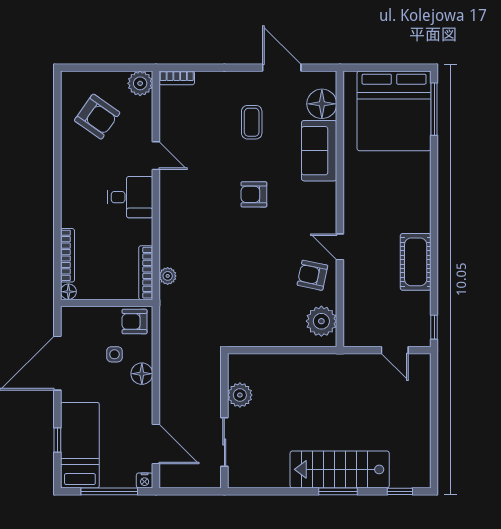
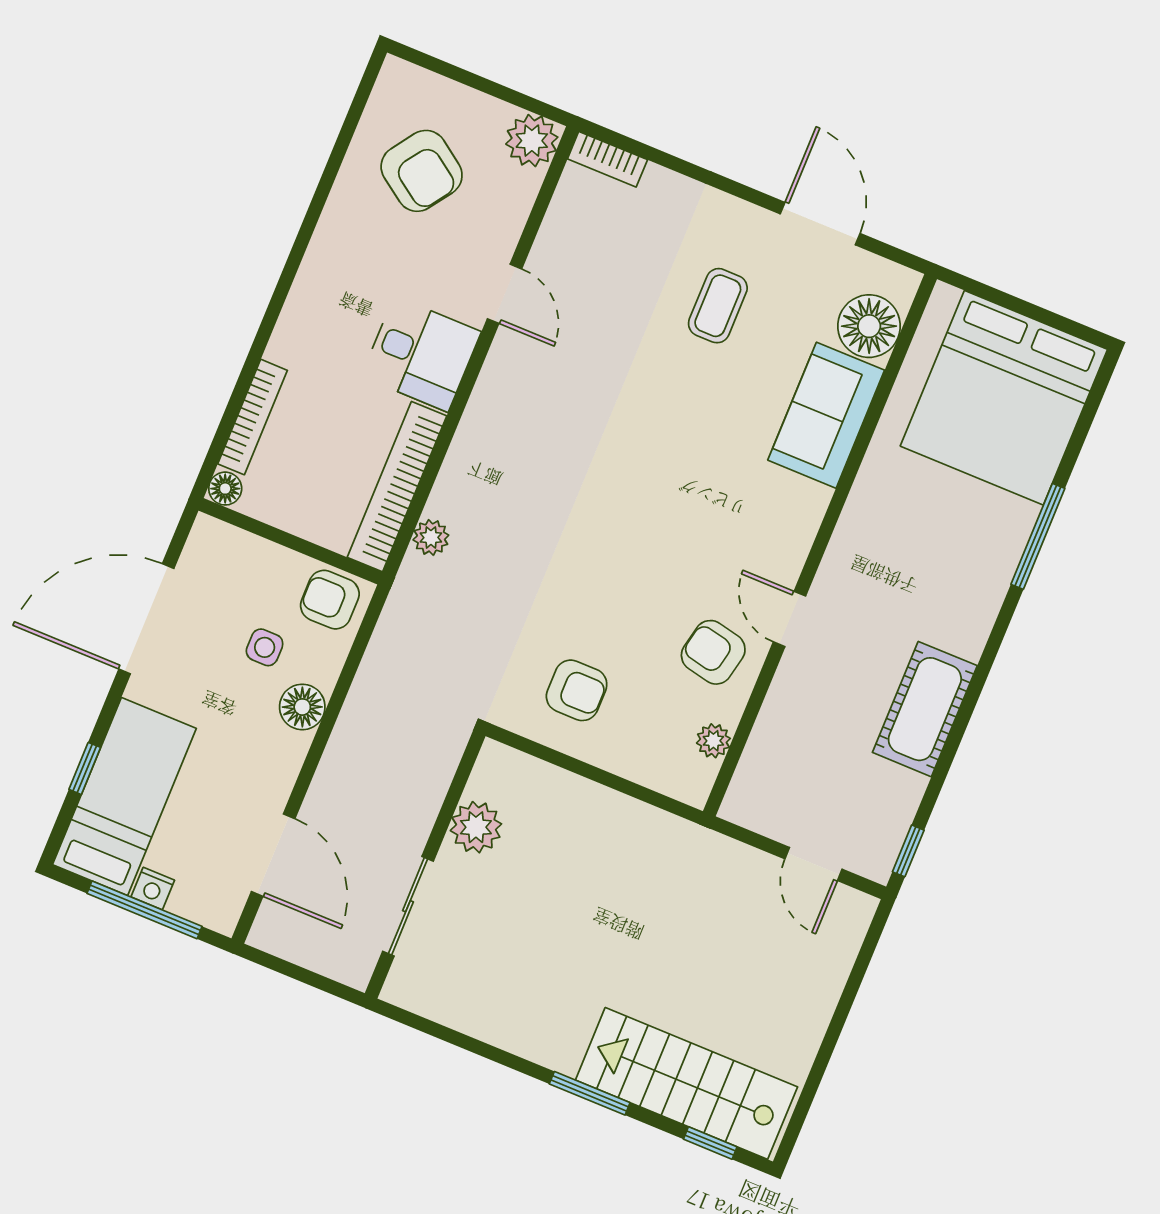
window: (434, 109) -> (1038, 536), moved
armchair: (254, 194) -> (577, 690), moved, turned 180
bookcase: (146, 273) -> (397, 487), width x1.48, depth x1.31
plant: (321, 321) -> (713, 741), width x0.53, depth x0.53
stairs: (340, 469) -> (686, 1083), moved
nightstand: (145, 480) -> (153, 889), moved

